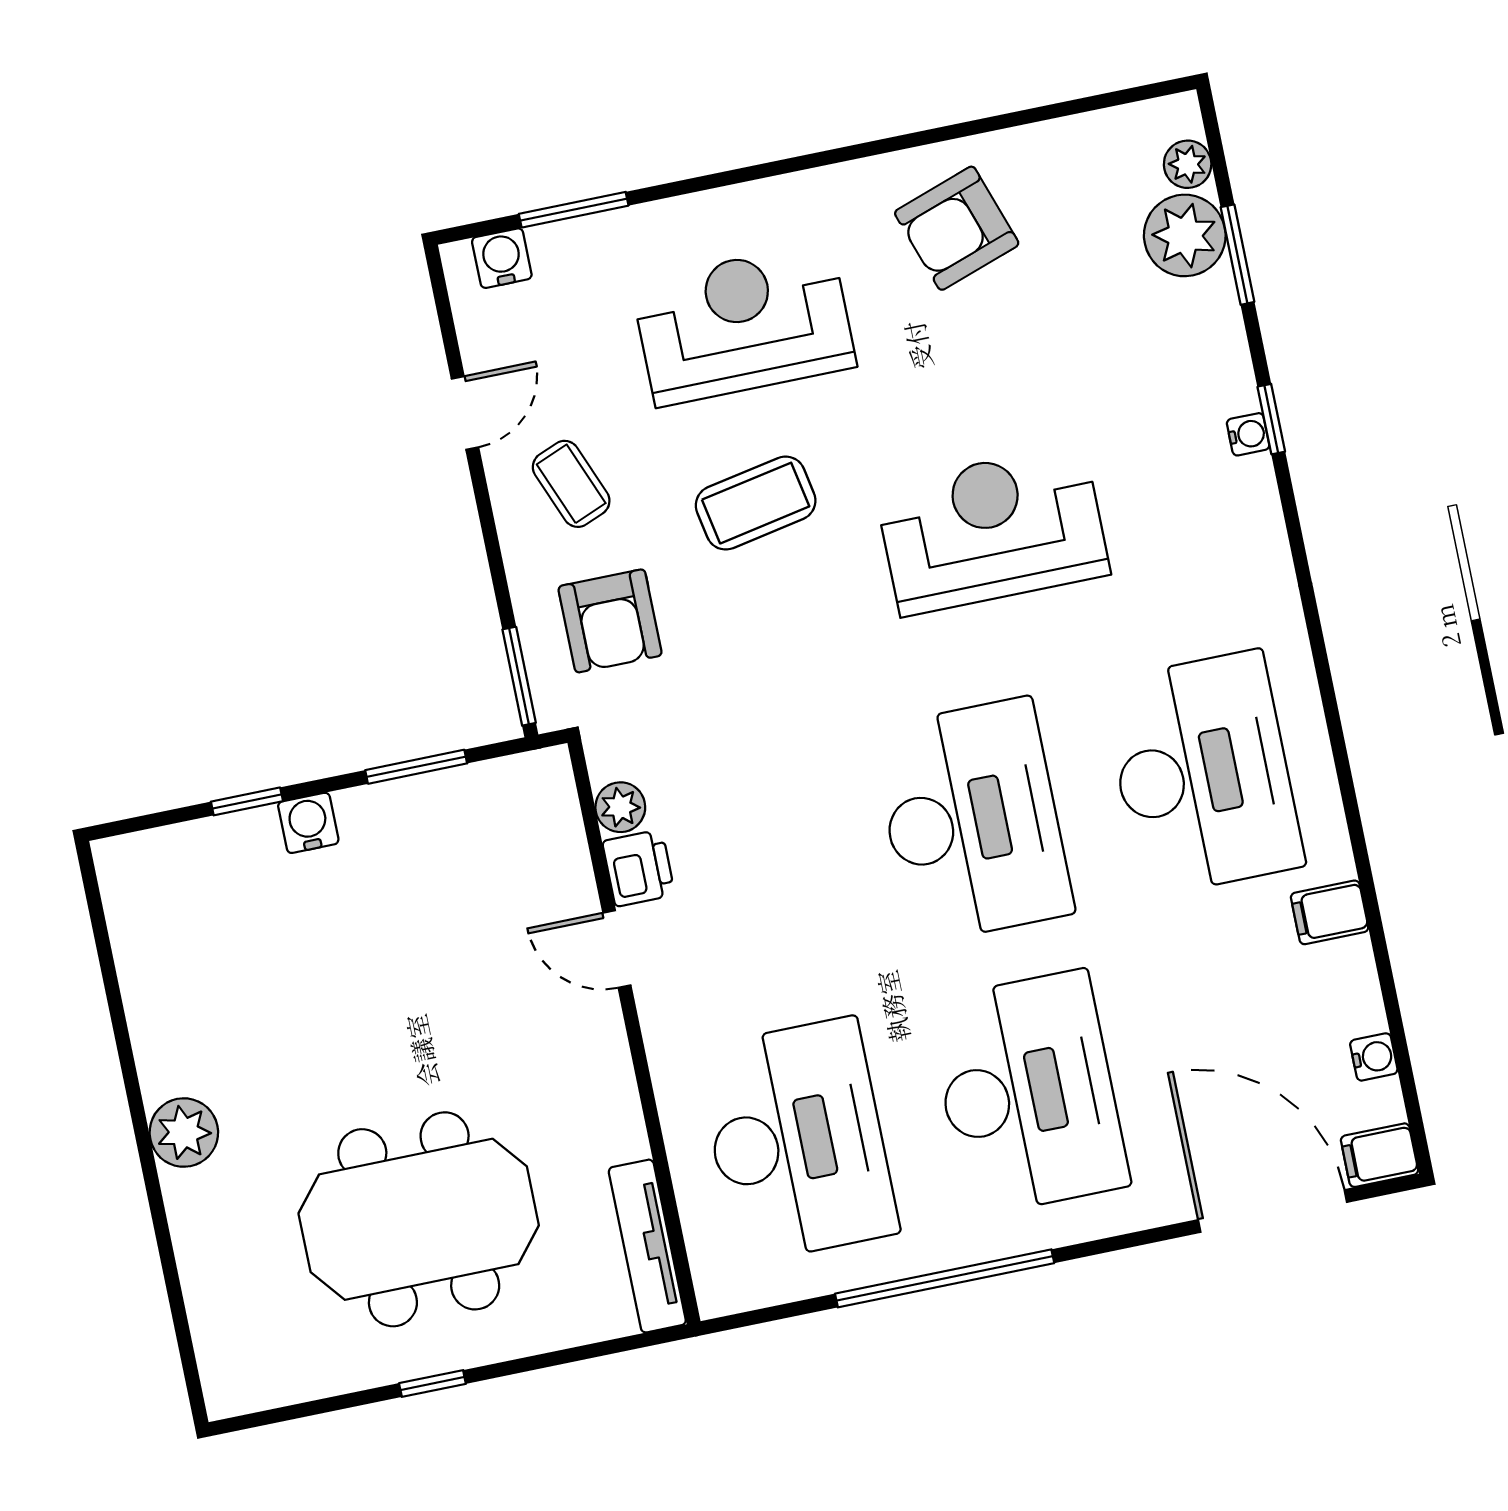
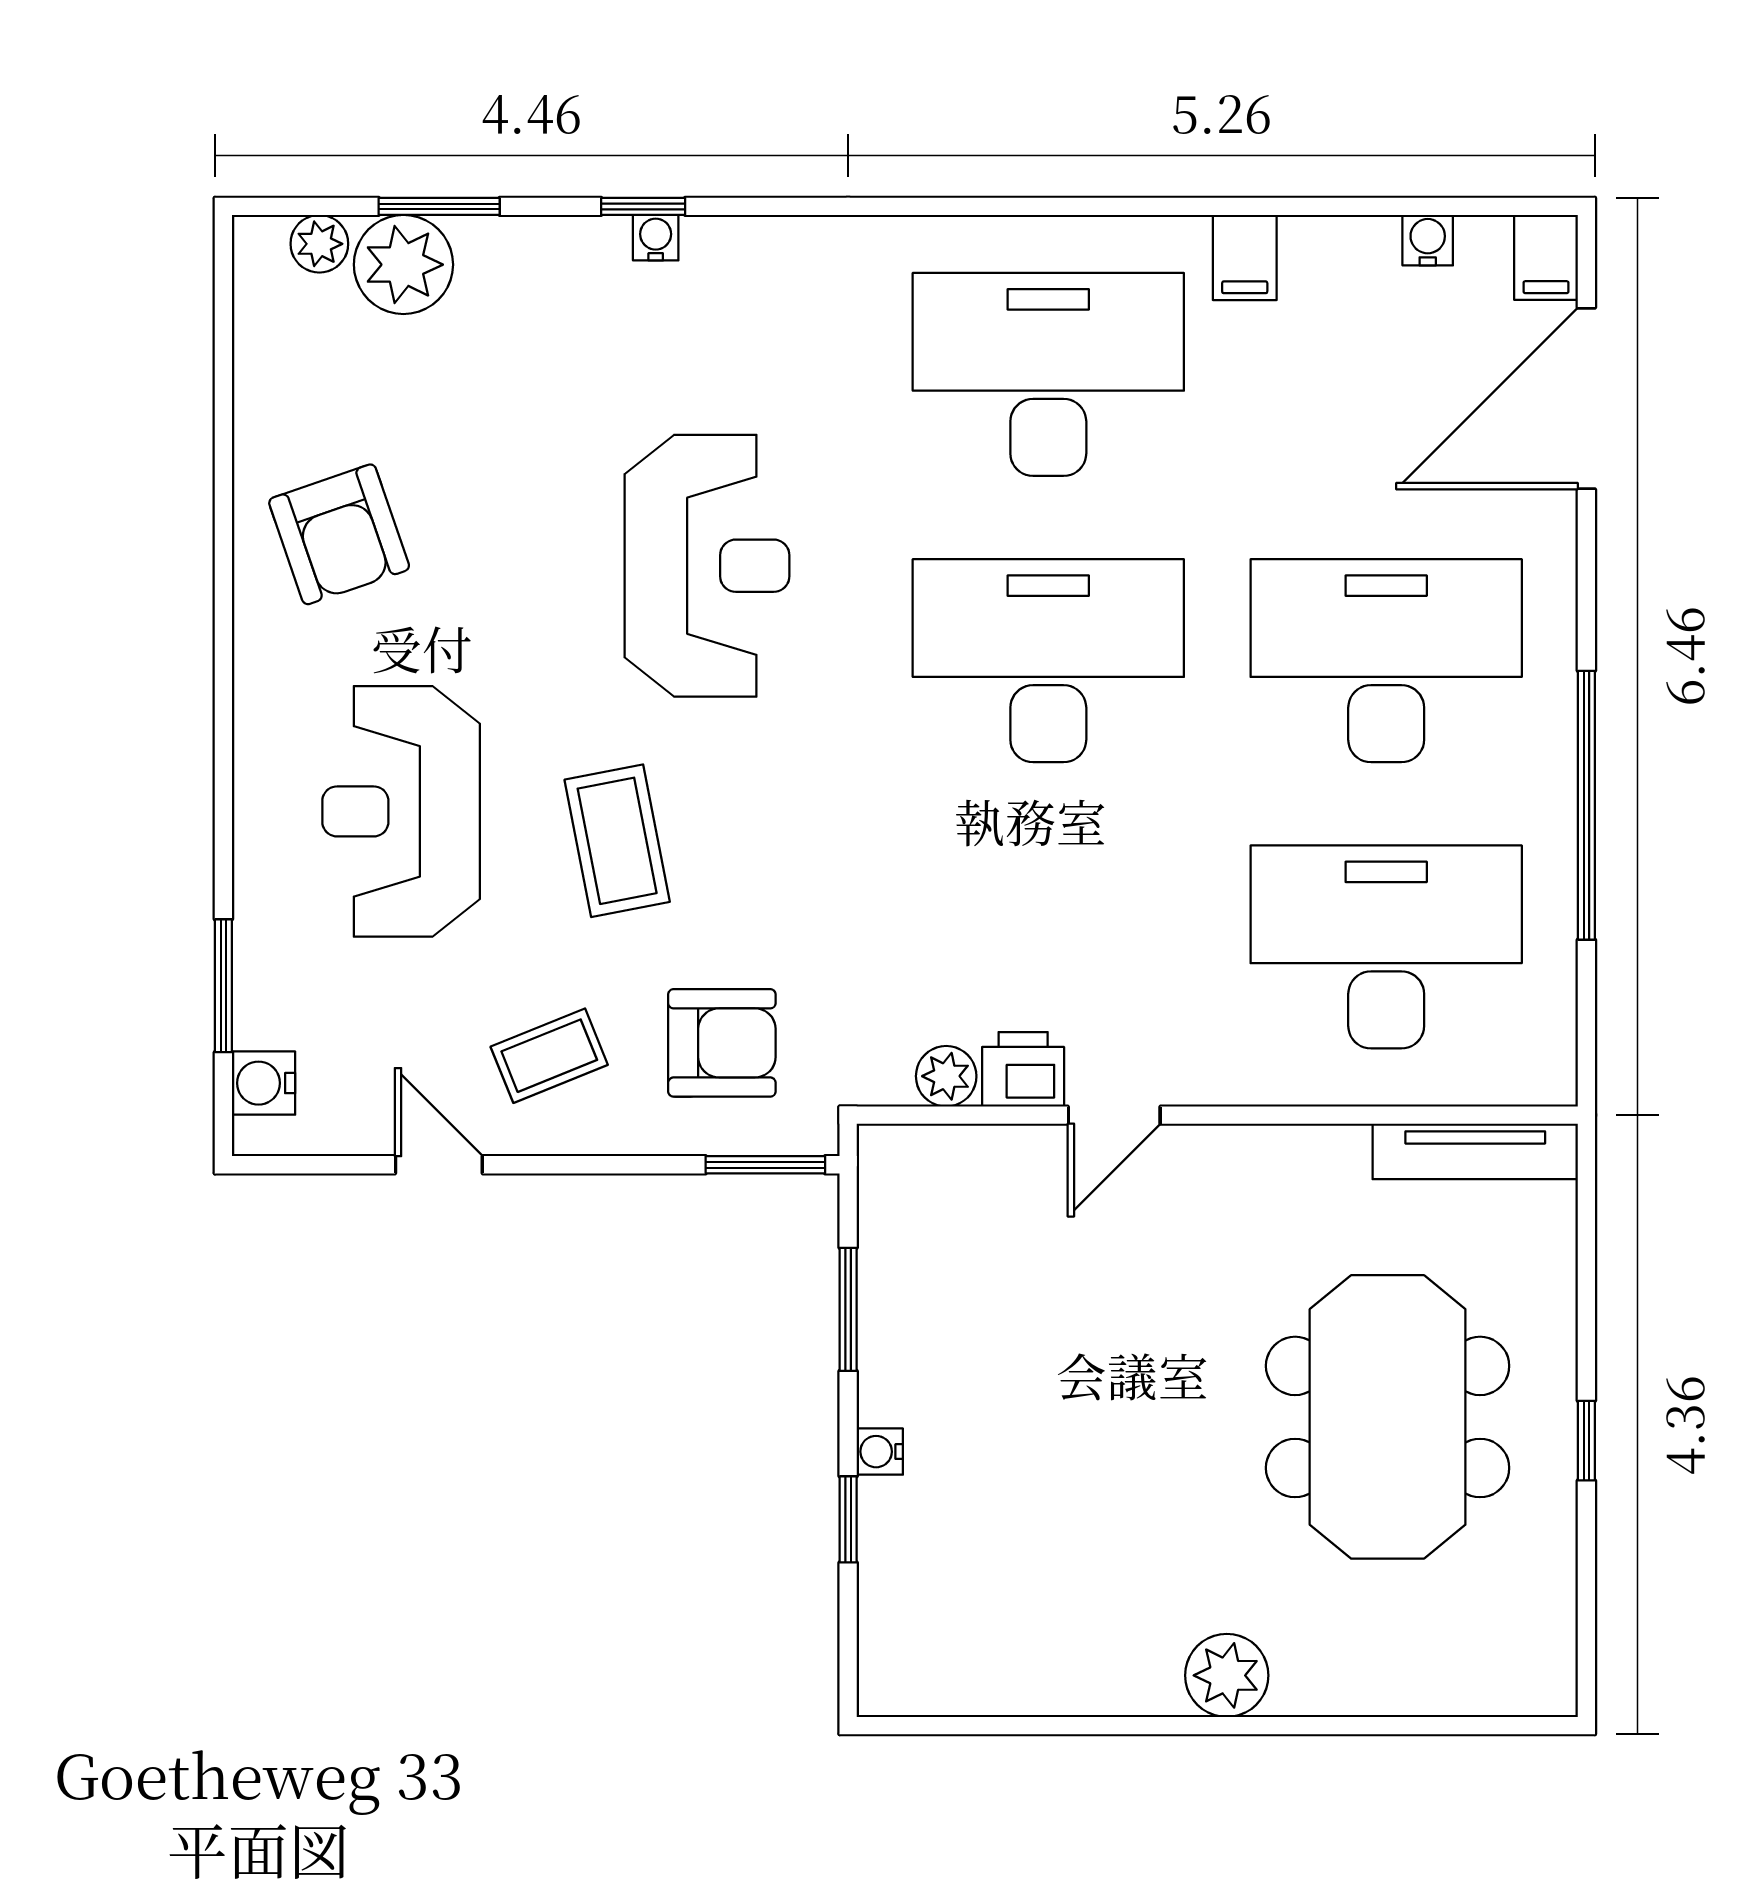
reception desk: (992, 530) -> (707, 566), turned 180
water cooler: (308, 823) -> (880, 1452), width x0.72, depth x0.72

